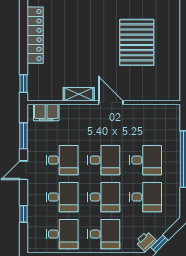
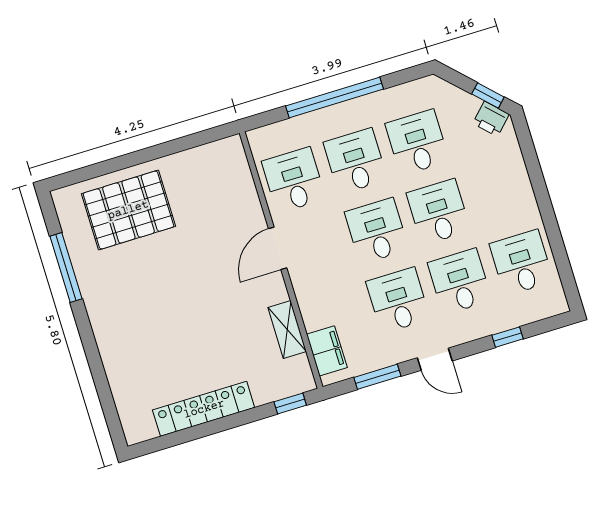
pallet: (137, 42) -> (128, 210), moved
shelving: (79, 94) -> (287, 329), moved
desk: (104, 234) -> (294, 180), moved

